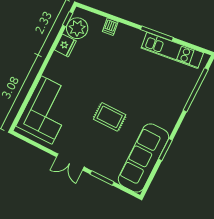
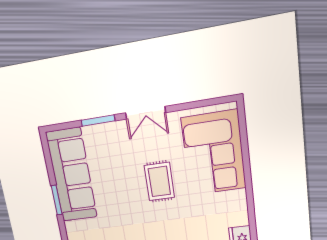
rug: (110, 117) -> (159, 181), moved, turned 90
double door: (70, 162) -> (145, 113), swing flipped

